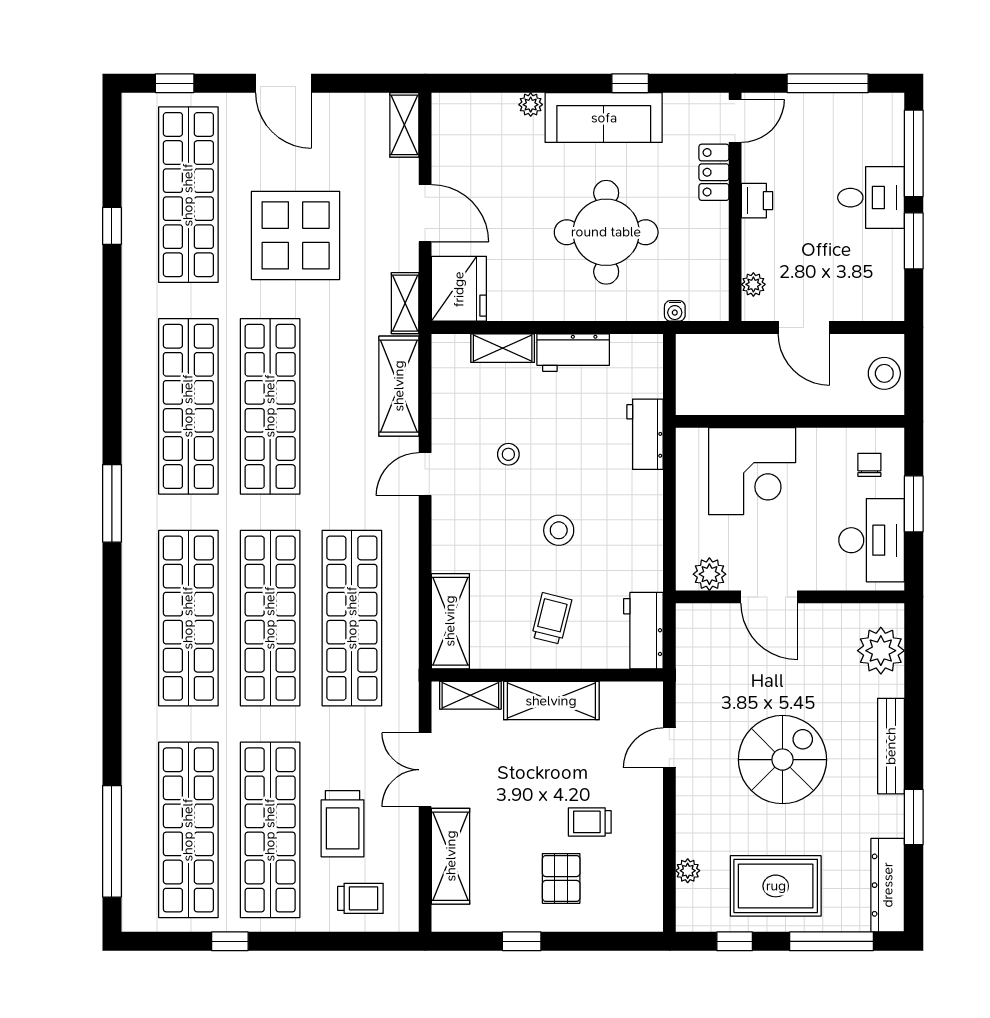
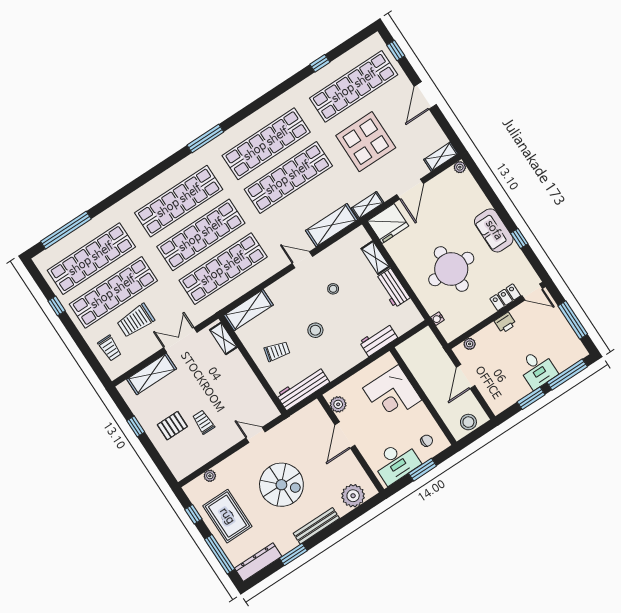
plant: (531, 105) -> (460, 167), moved
sofa: (604, 118) -> (494, 230), width x0.73
workbench: (643, 631) -> (303, 388), width x1.38
shelving: (551, 701) -> (243, 373), removed

